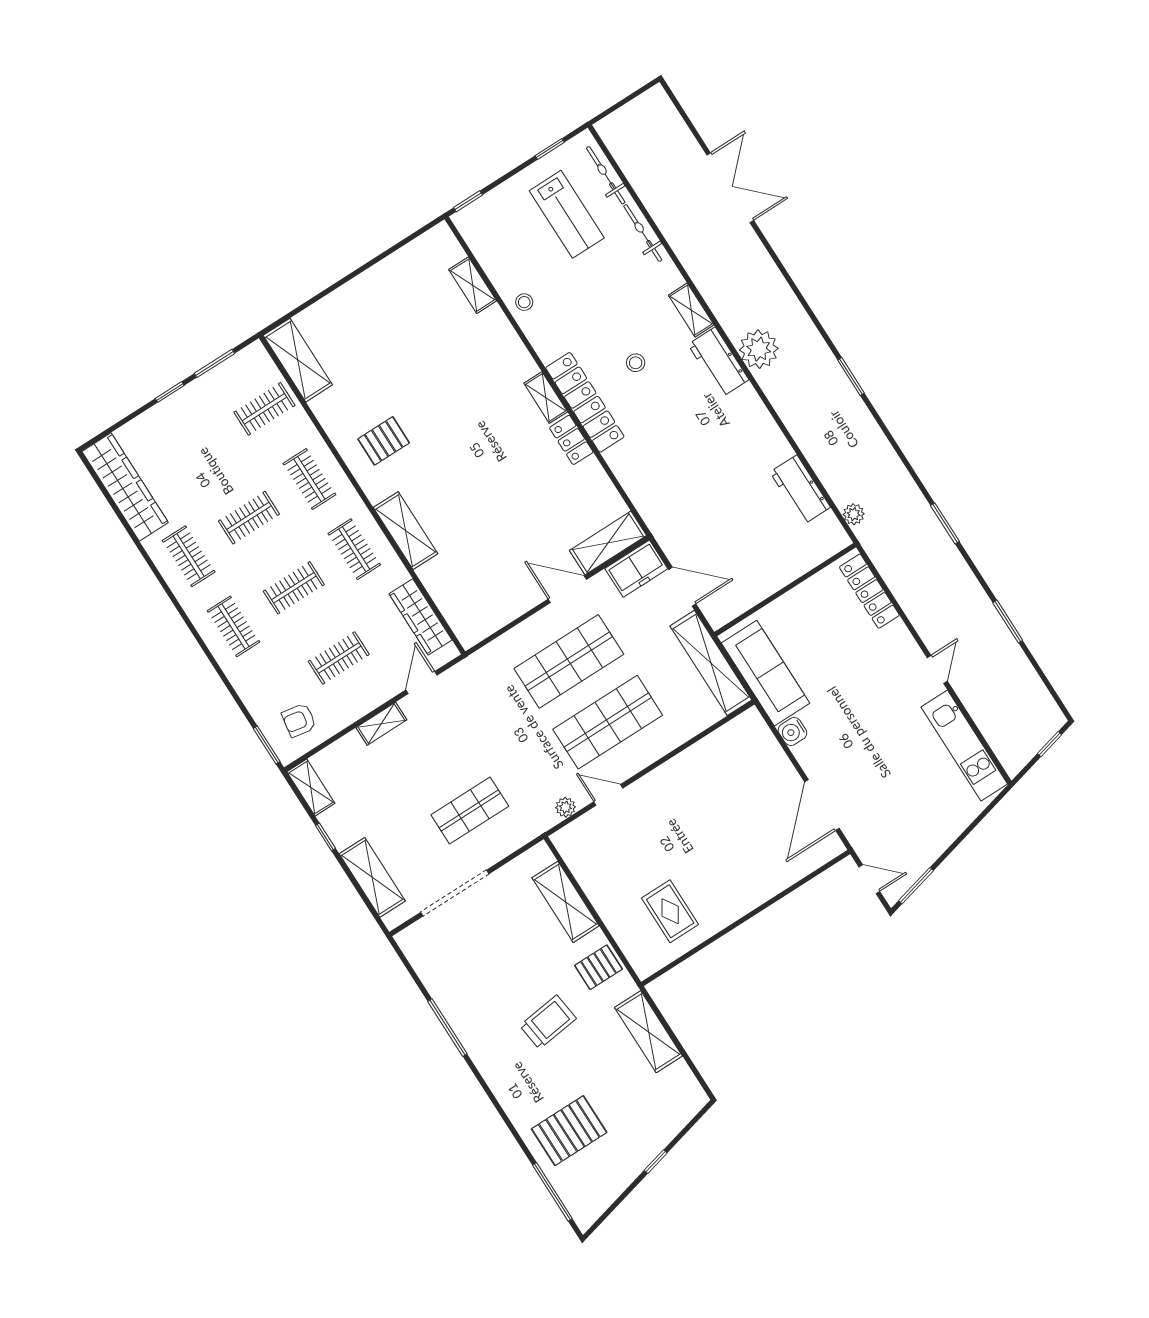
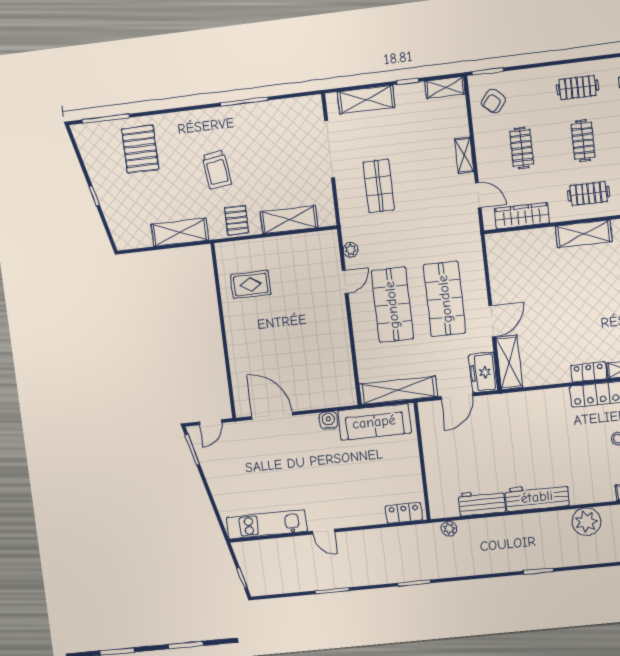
workbench: (718, 362) -> (537, 497), moved, width x1.37
locker: (869, 591) -> (404, 513), width x0.66
armchair: (299, 720) -> (493, 101), turned -150

